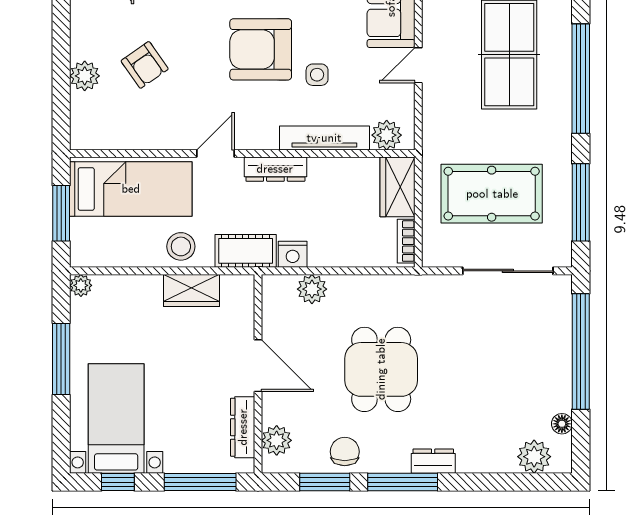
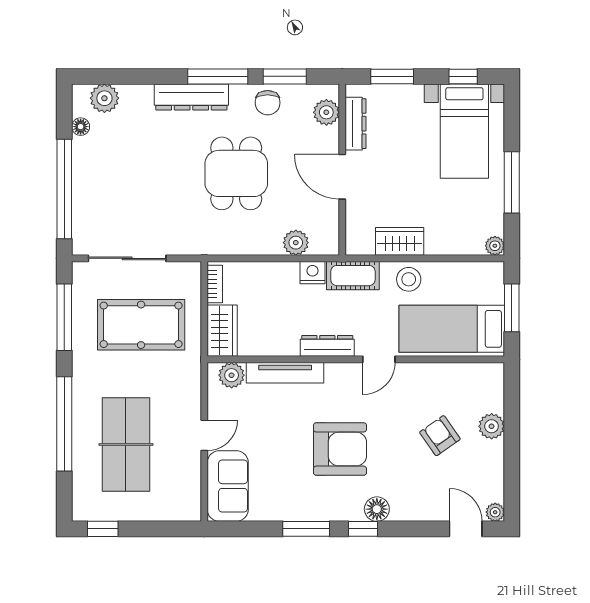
side table: (317, 75) -> (291, 427), removed
dresser: (433, 461) -> (191, 97), width x1.96, depth x1.24
window: (200, 482) -> (392, 76), width x0.69

